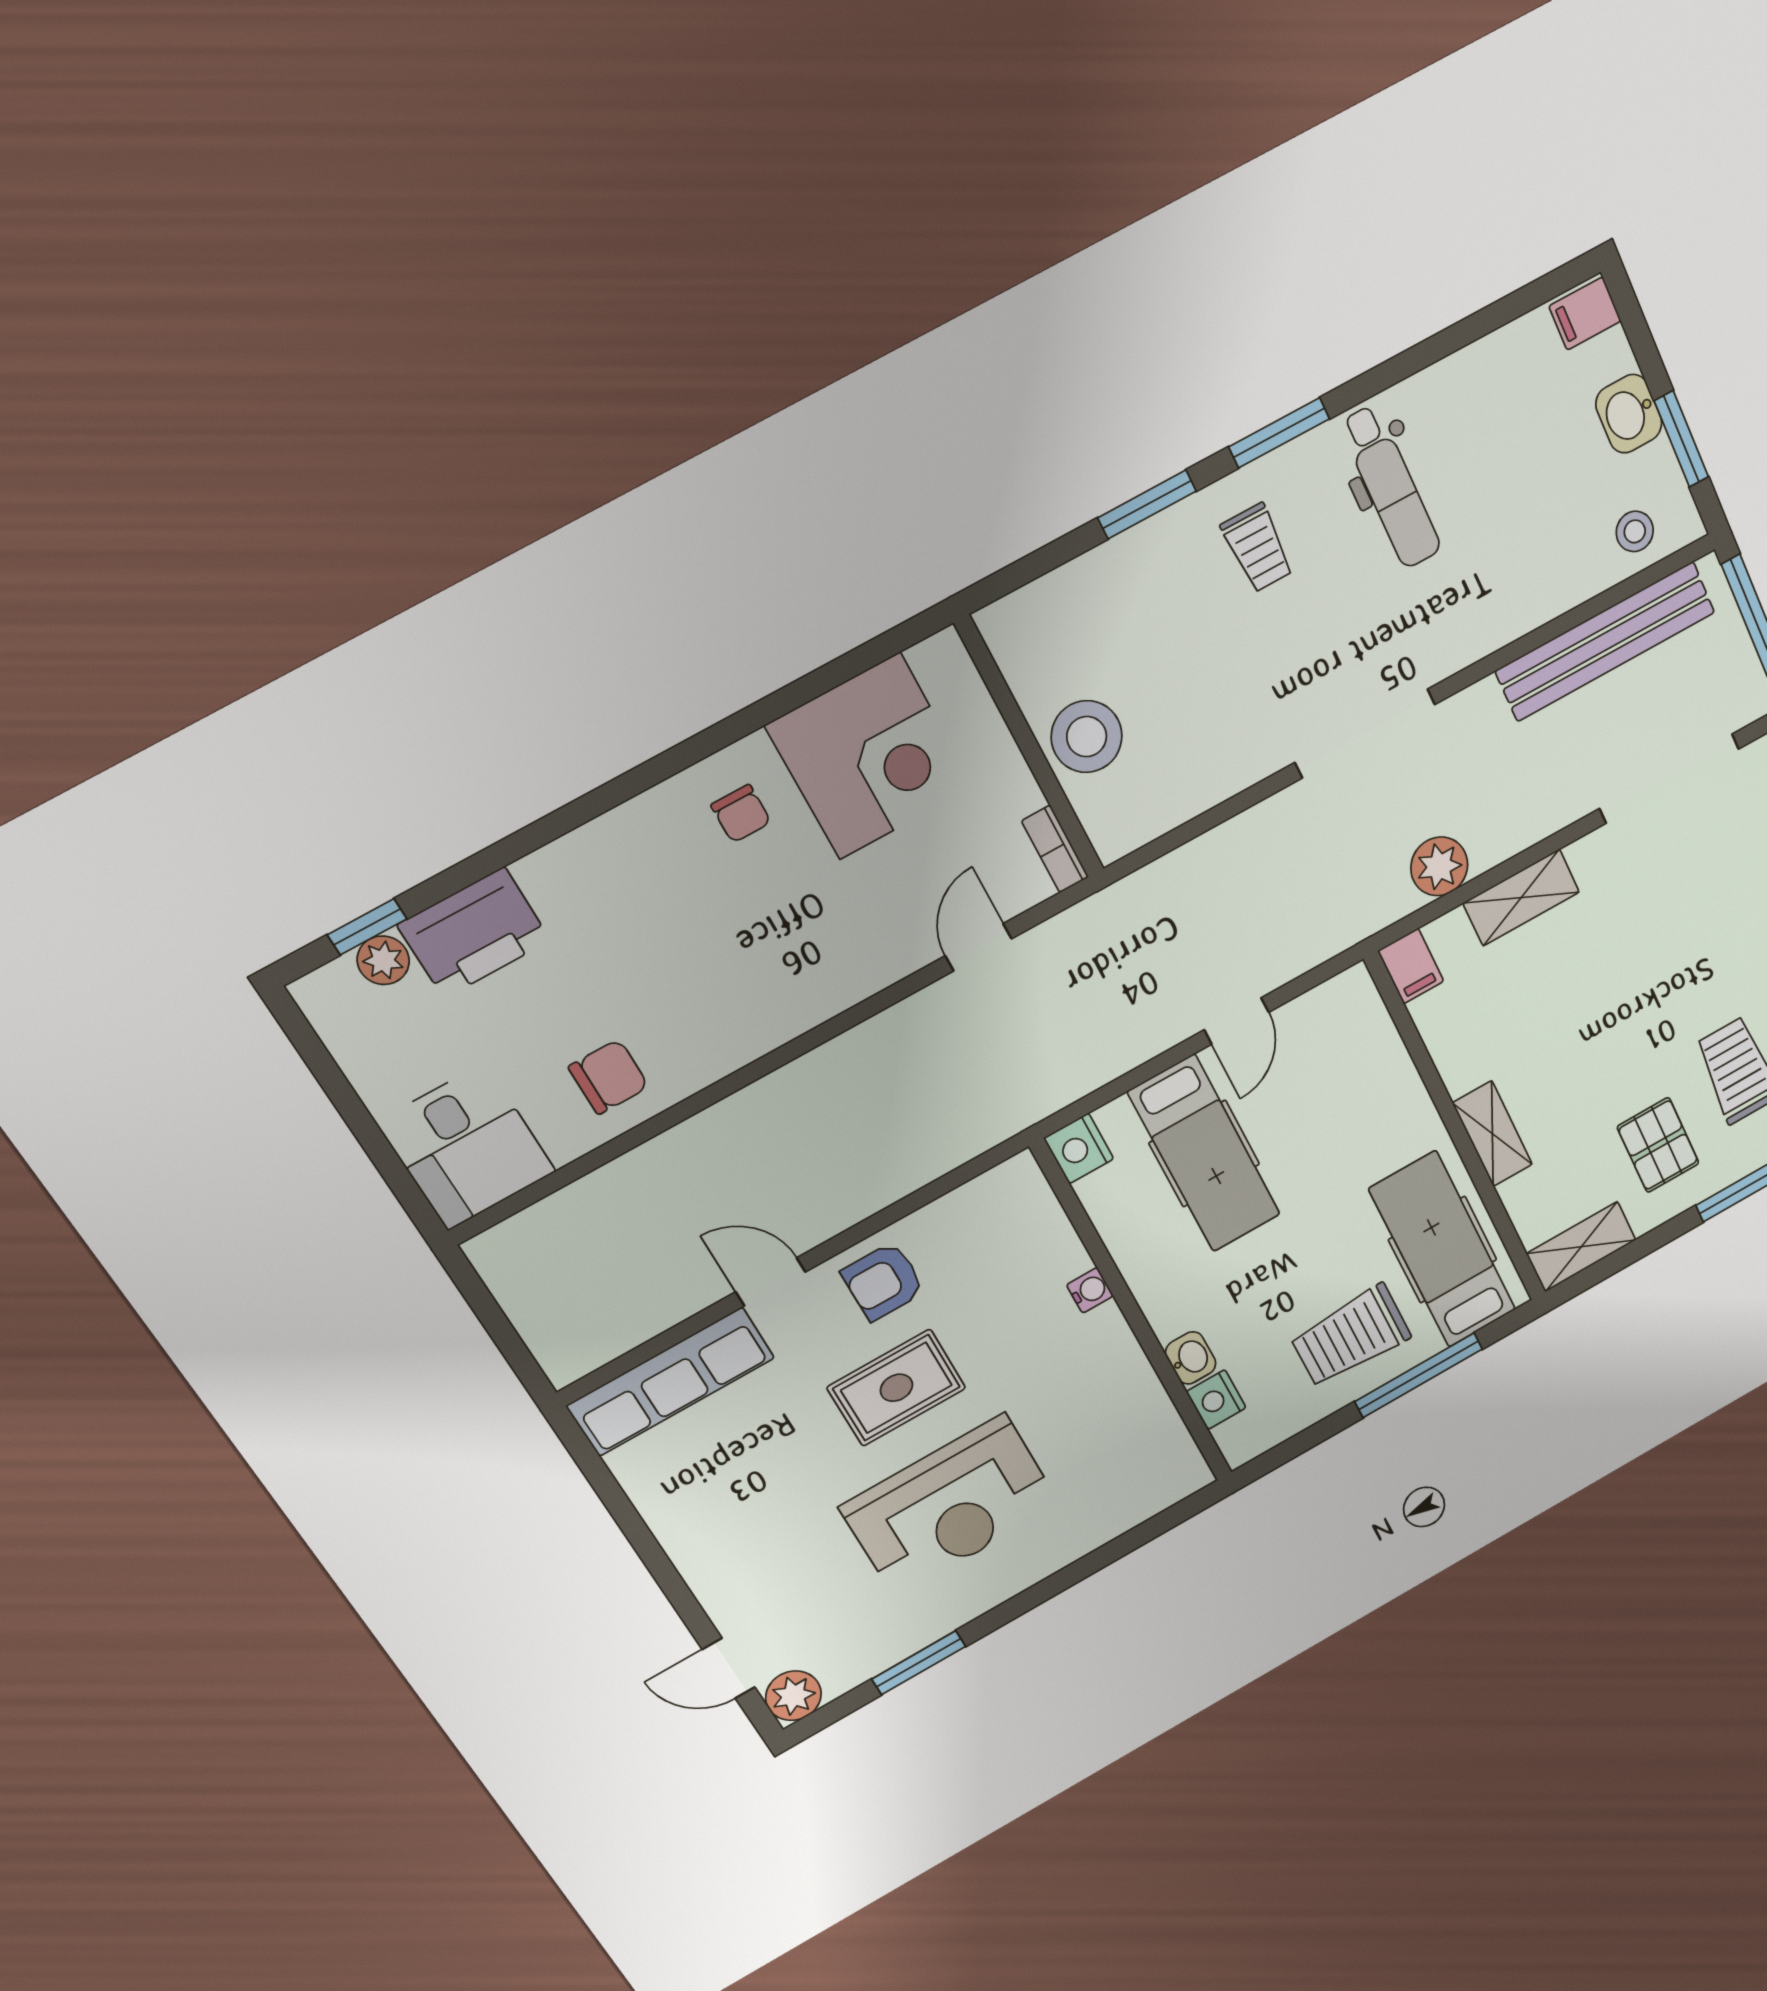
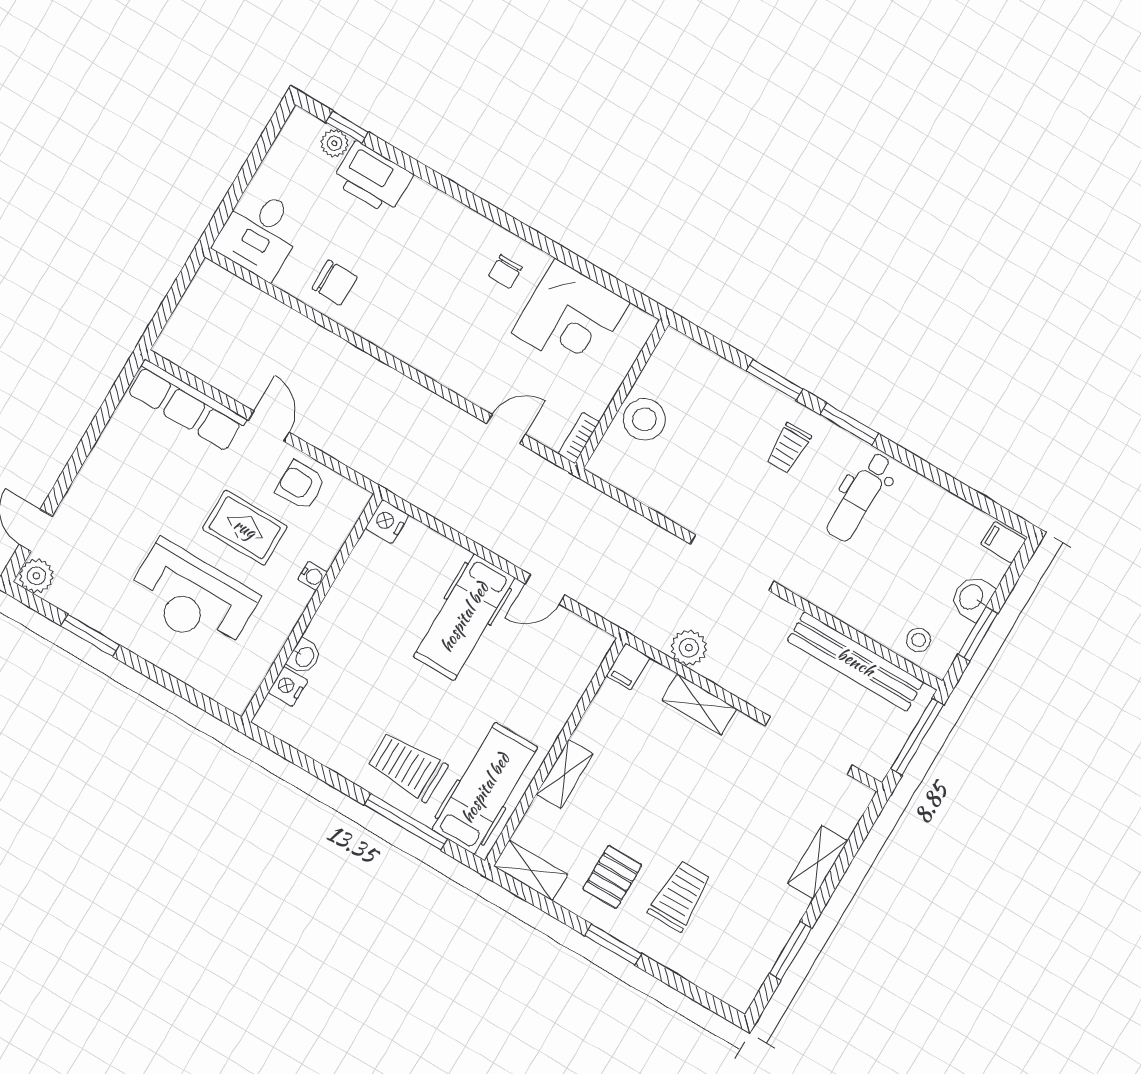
nightstand: (1079, 1148) -> (387, 522), moved
water cooler: (1090, 1290) -> (313, 576), moved
wall: (1133, 1314) -> (312, 608), moved
washbasin: (1191, 1358) -> (304, 656), moved
nightstand: (1216, 1400) -> (288, 686), moved

